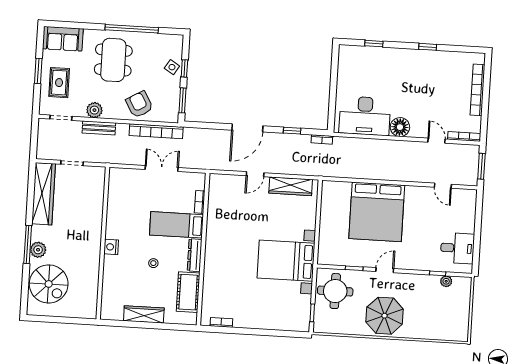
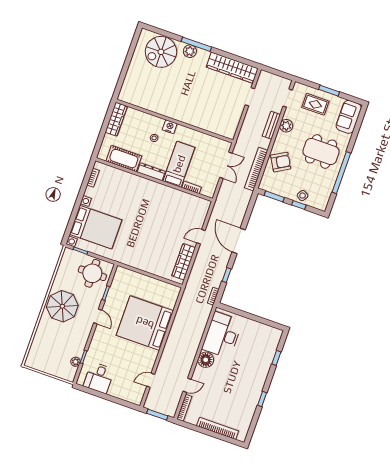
door: (255, 174) -> (201, 237), hinge flipped
wall: (103, 243) -> (174, 121), moved
nightstand: (111, 247) -> (170, 127), moved
bed with nightstands: (286, 261) -> (96, 227), moved, turned 90

